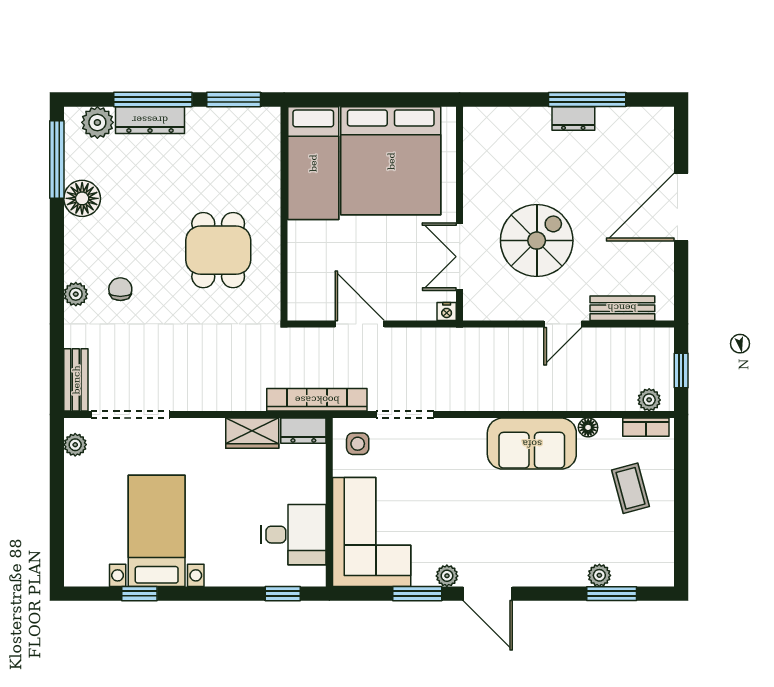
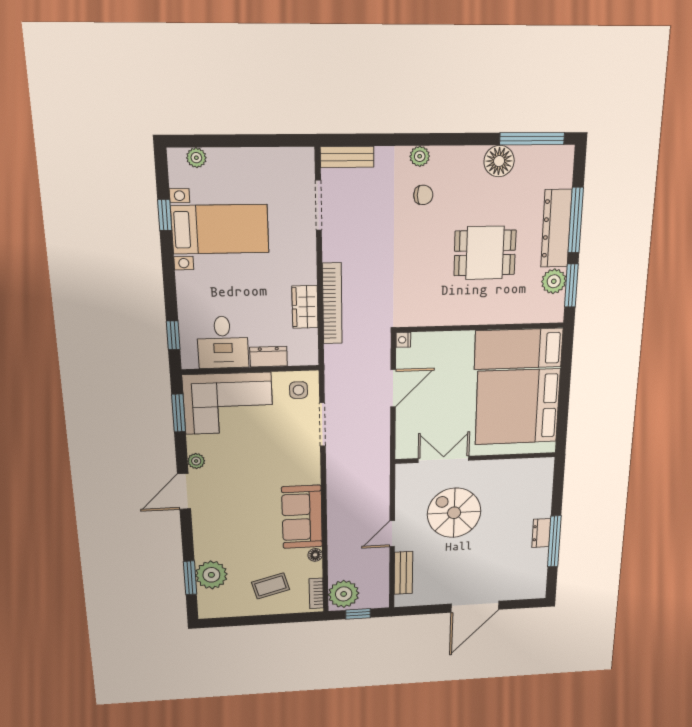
dresser: (150, 120) -> (556, 228), width x1.37, depth x1.24
plant: (97, 122) -> (554, 281), moved
door: (681, 207) -> (475, 607), swing flipped
spiral stairs: (537, 241) -> (454, 513), turned 180
dining table: (218, 250) -> (485, 253), moved
nightstand: (447, 312) -> (403, 340), moved
door: (563, 324) -> (392, 534), hinge flipped
bookcase: (317, 400) -> (332, 304), moved
plant: (649, 400) -> (344, 594), width x1.88, depth x1.88
doorway: (130, 414) -> (318, 205), width x0.73
dresser: (303, 431) -> (269, 357), moved, turned 90
plant: (75, 445) -> (196, 158), moved
plant: (599, 575) -> (211, 575), width x1.88, depth x1.88
window: (417, 594) -> (179, 413), moved

